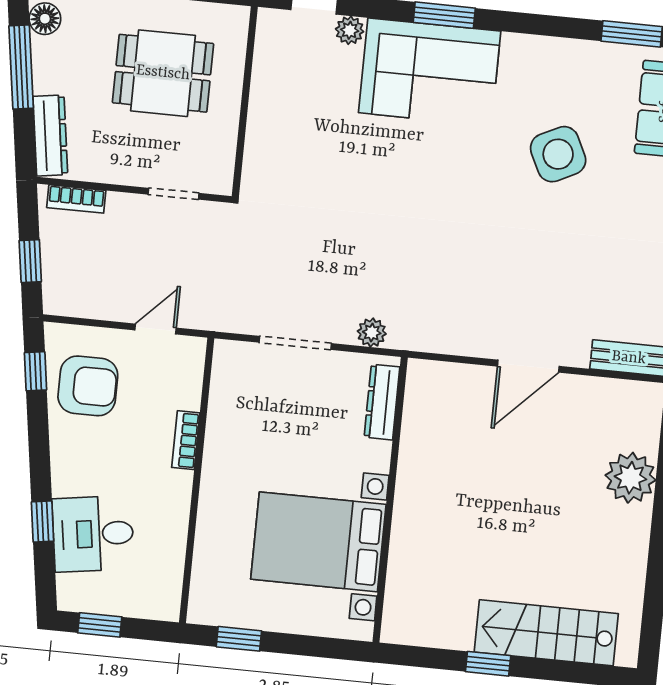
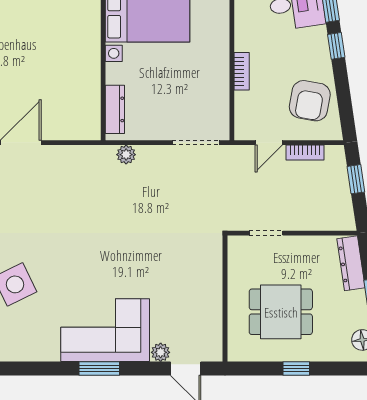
bookcase: (76, 199) -> (305, 153), moved, turned 180
doorway: (295, 343) -> (196, 143), moved
window: (35, 371) -> (336, 46), moved
armchair: (88, 386) -> (310, 101), turned -80

